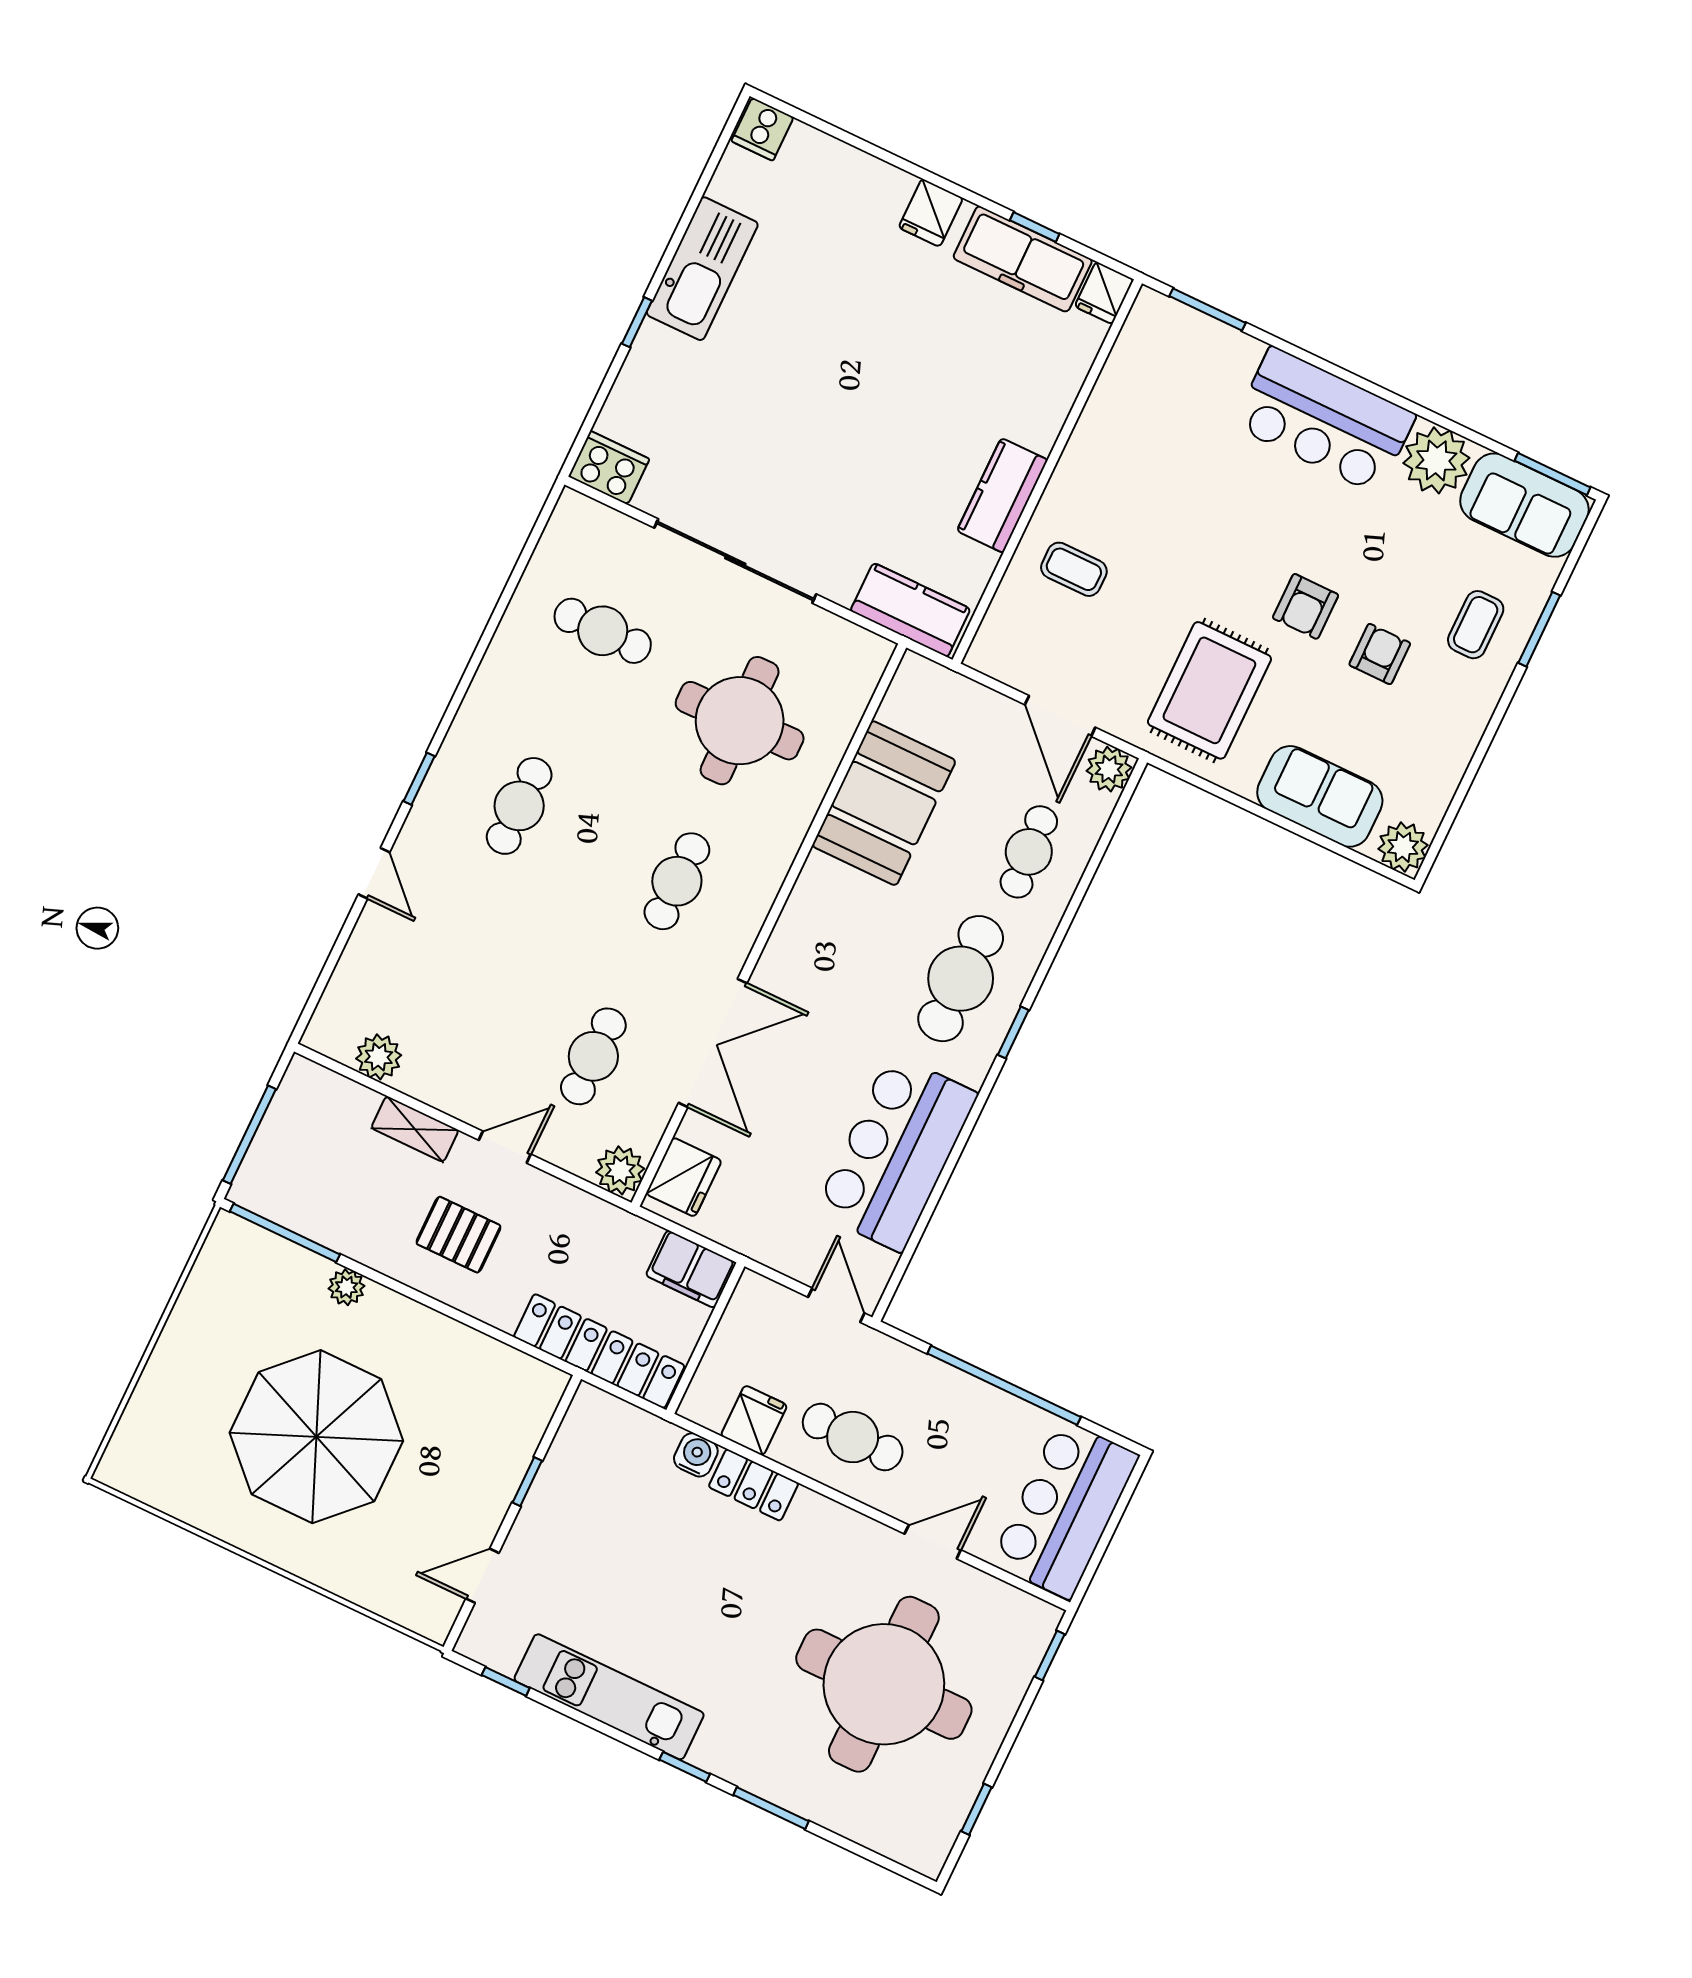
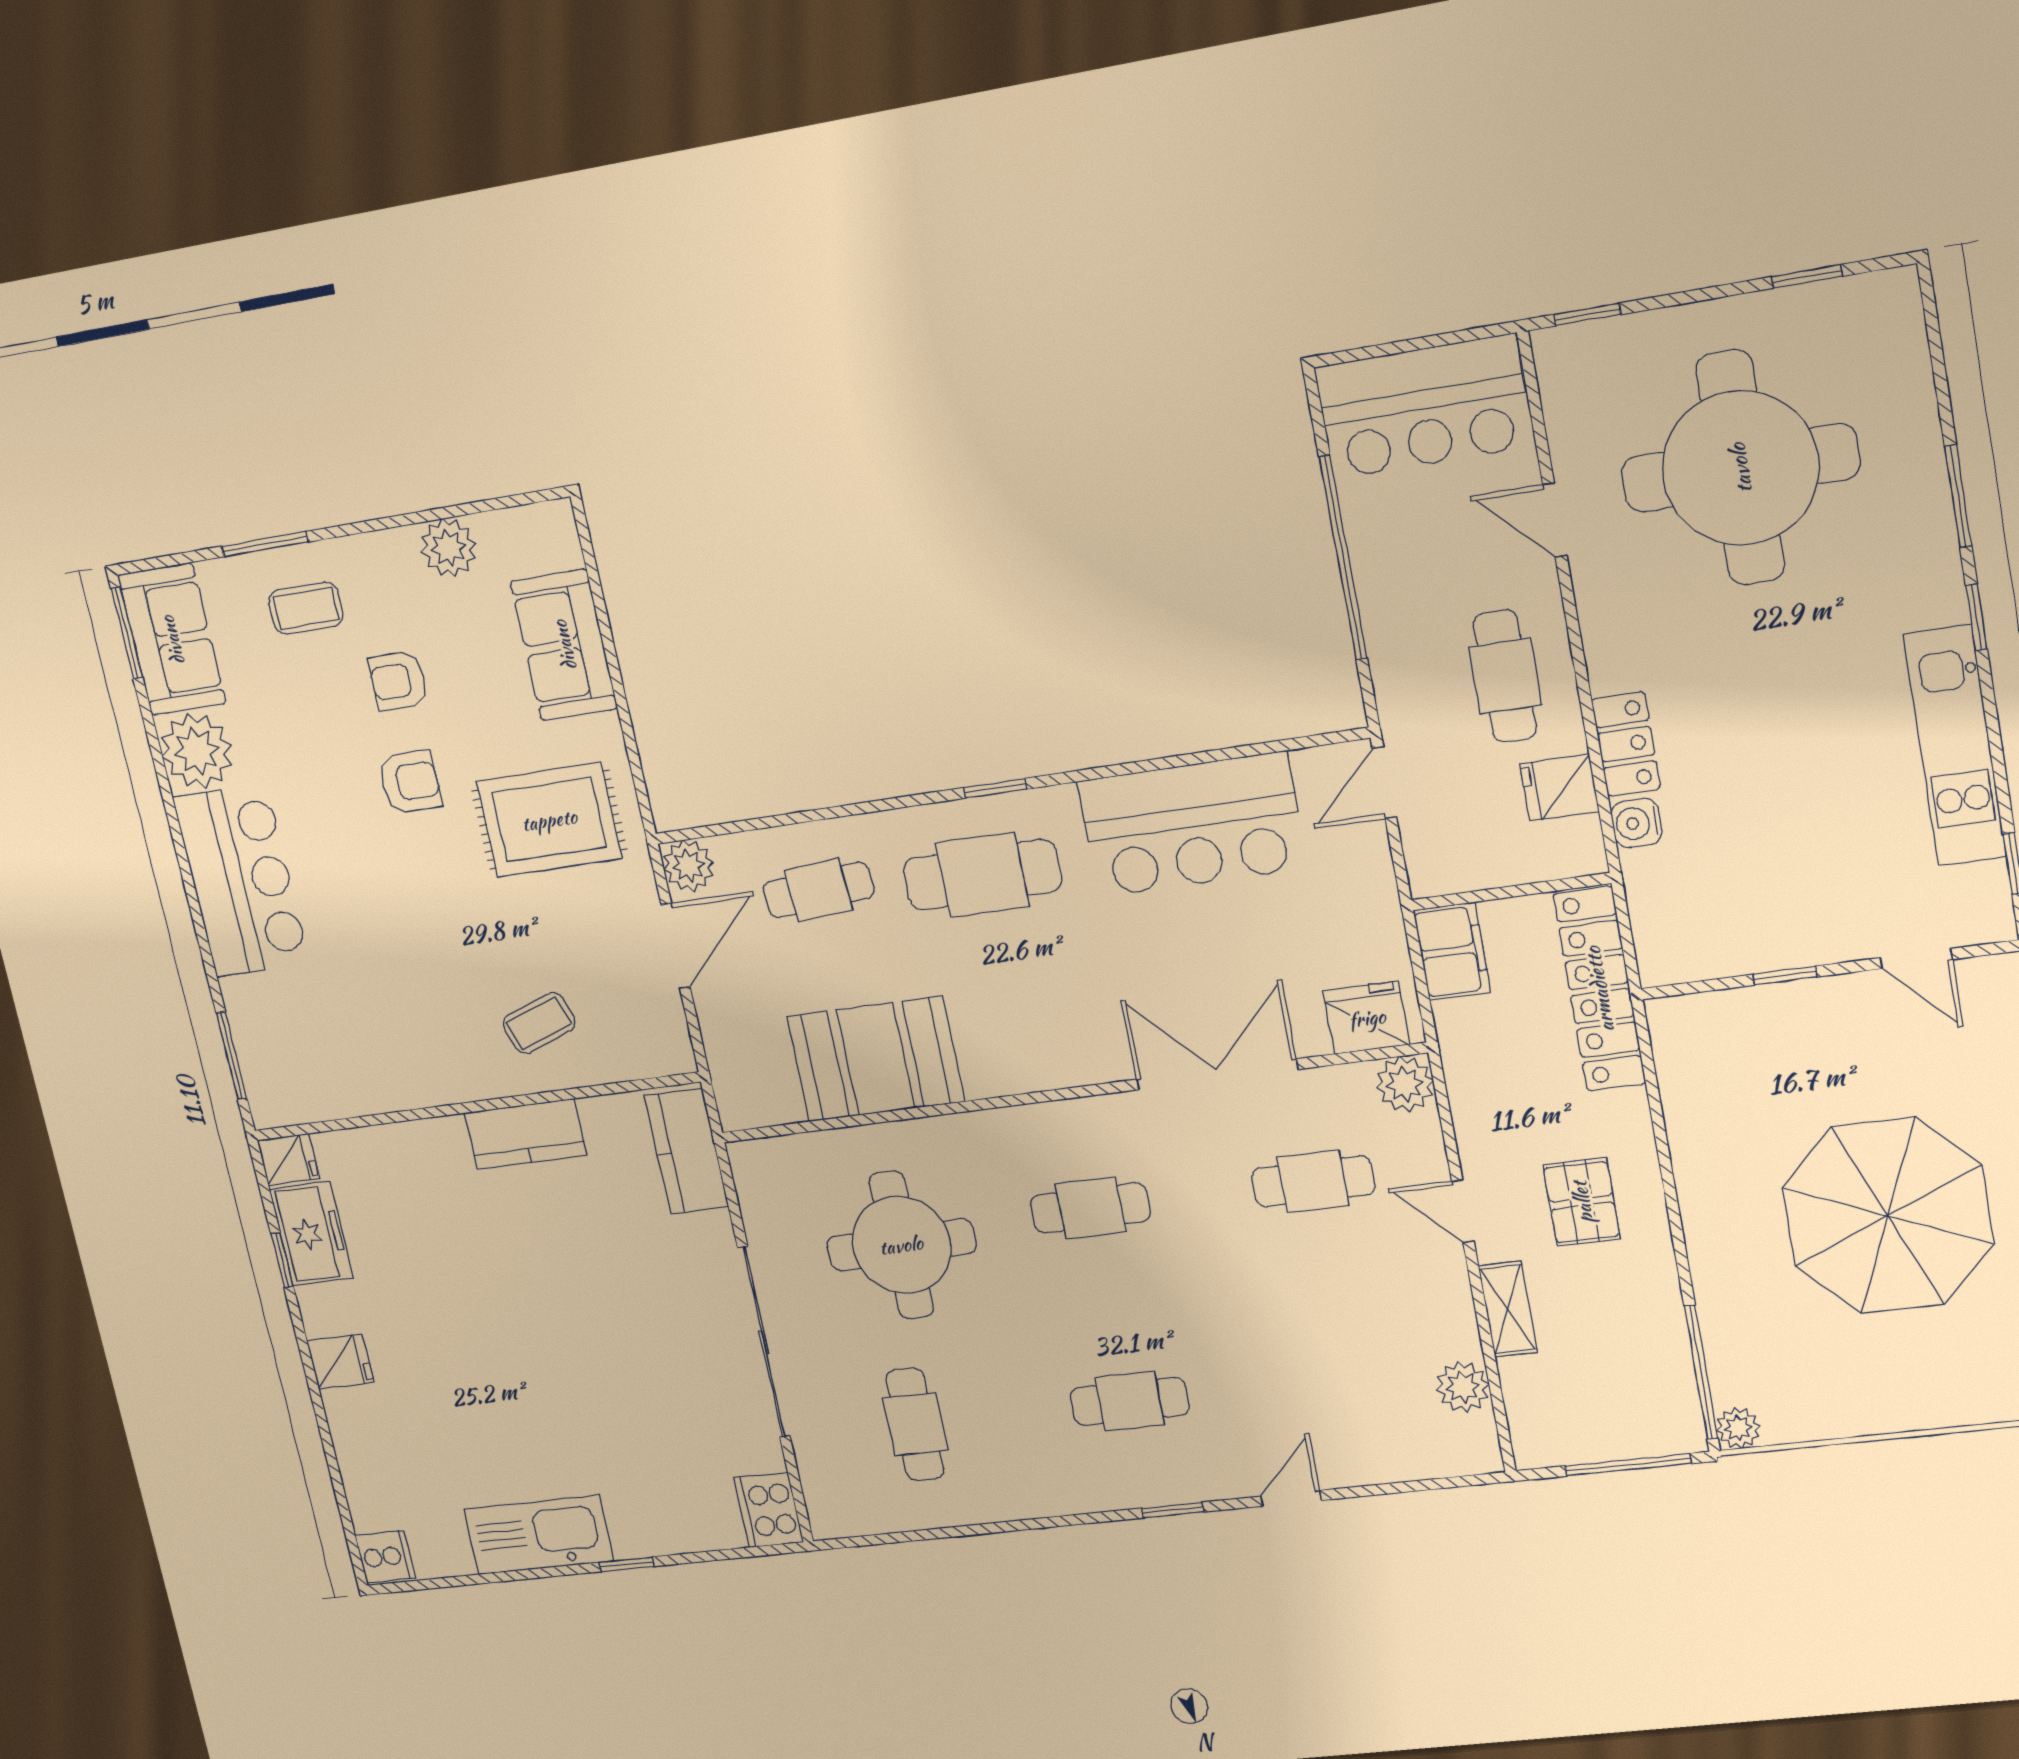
freezer: (1023, 259) -> (311, 1234), width x0.71
coffee table: (1074, 569) -> (539, 1023), turned 71
plant: (1403, 847) -> (449, 548), moved
plant: (346, 1287) -> (1738, 1428), moved

